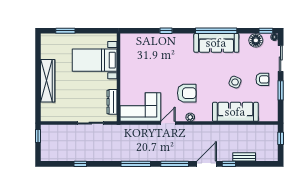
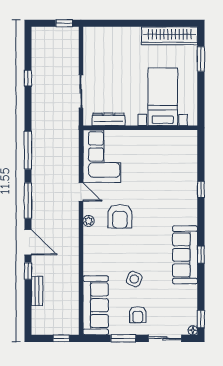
window: (216, 31) -> (201, 255), width x0.32
floor lamp: (256, 40) -> (188, 306), removed
wardrobe: (48, 81) -> (170, 36), moved
sofa: (235, 112) -> (96, 305), moved

